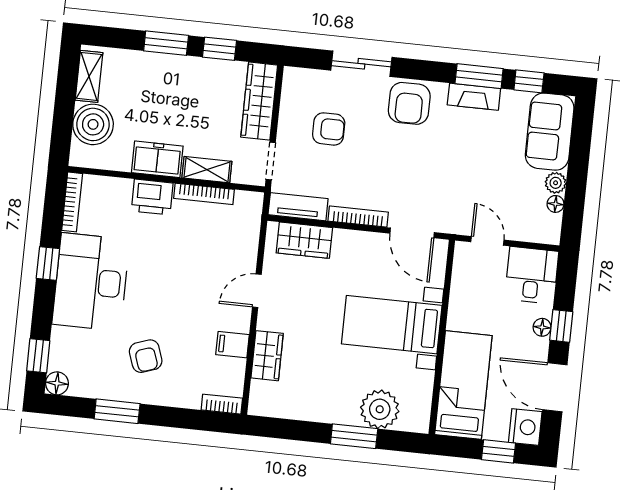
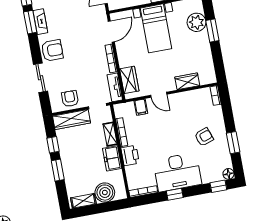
armchair: (329, 129) -> (70, 99), moved
filing cabinet: (233, 345) -> (141, 107), moved

